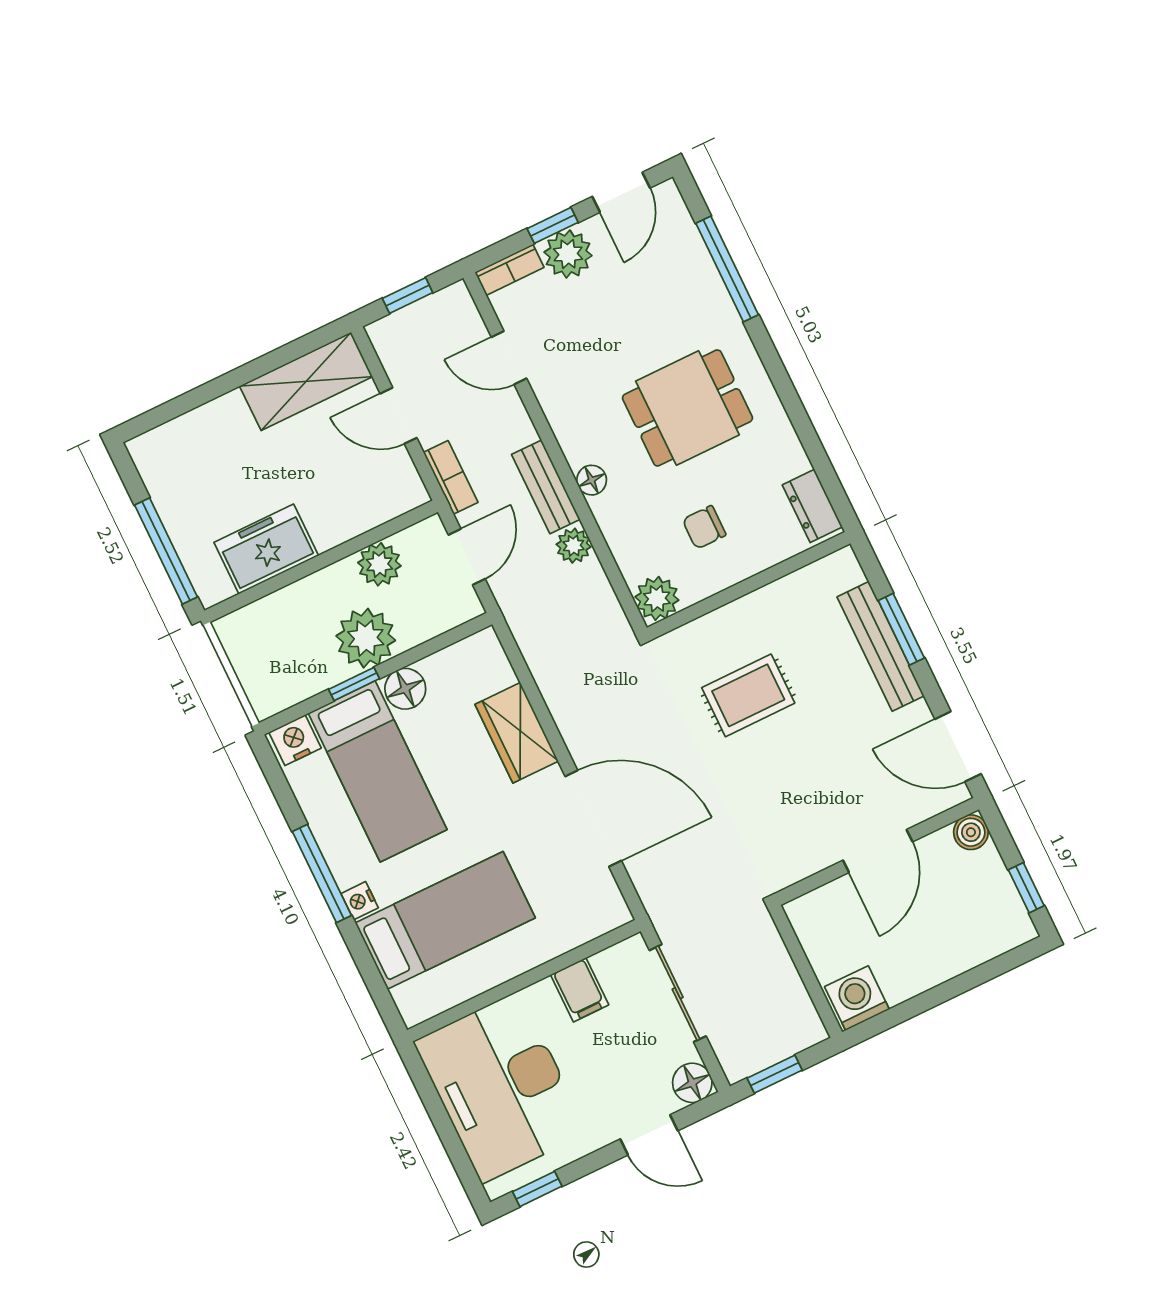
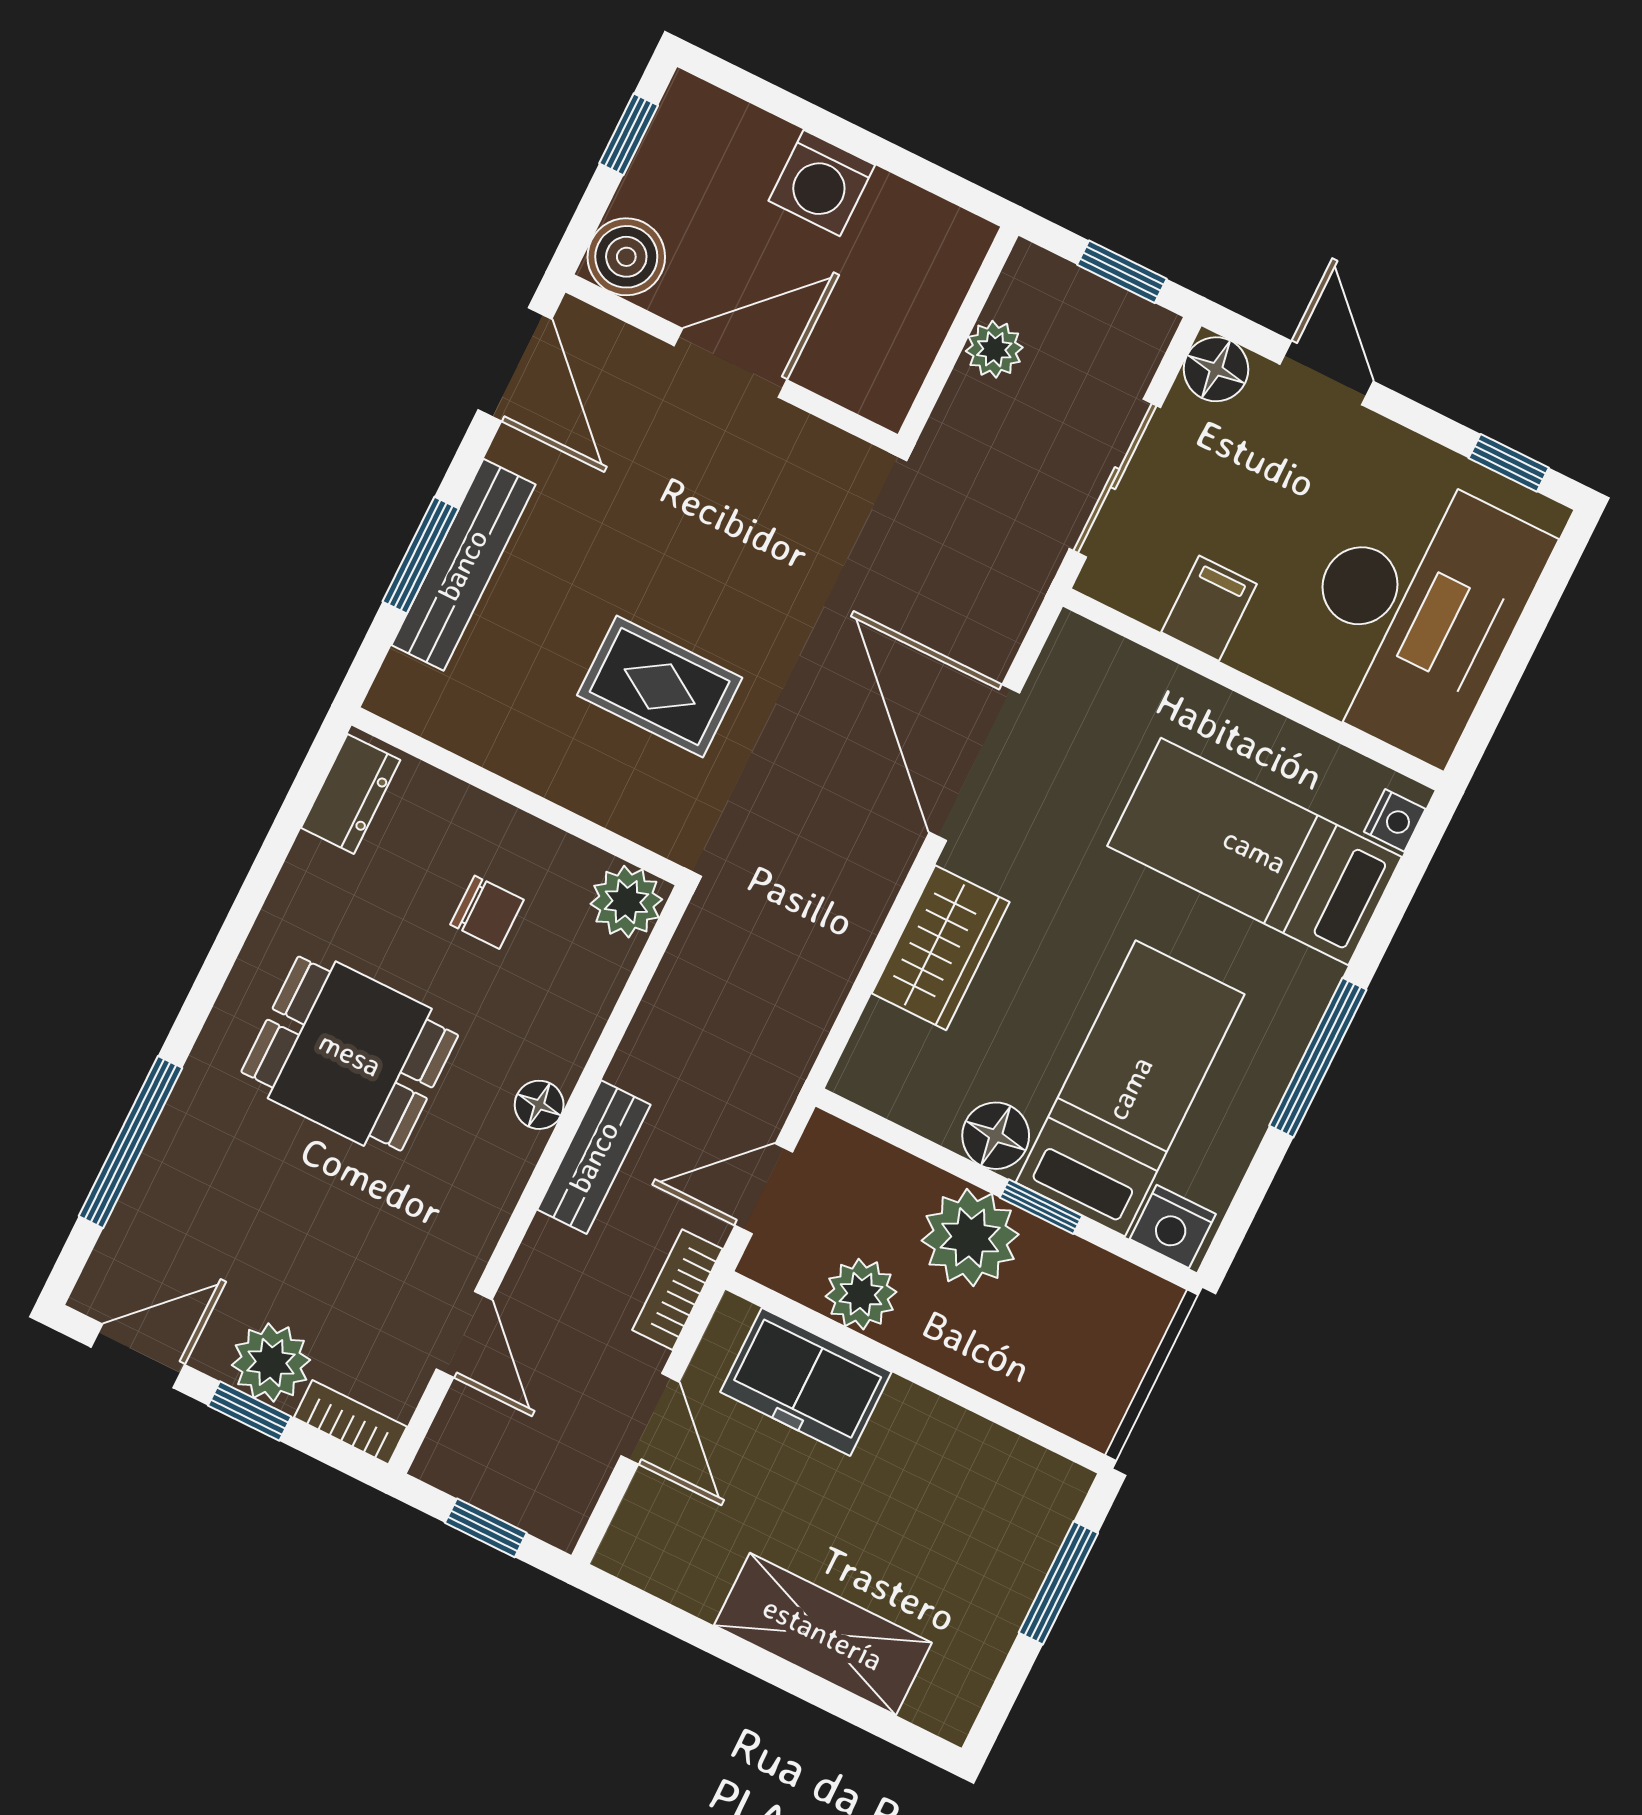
shelving: (306, 381) -> (823, 1634), moved
plant: (574, 546) -> (994, 349), moved
freezer: (266, 549) -> (806, 1382), moved
window: (166, 551) -> (1058, 1583), width x0.69
boiler: (971, 832) -> (626, 257), width x1.36, depth x1.36
nightstand: (360, 901) -> (1395, 820), moved
washing machine: (857, 998) -> (822, 183), moved

